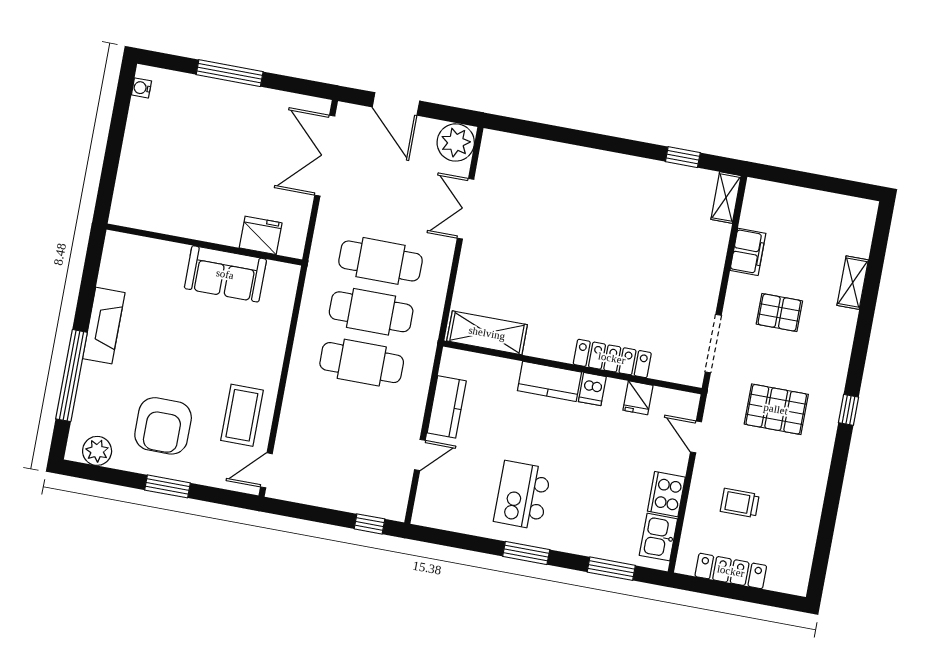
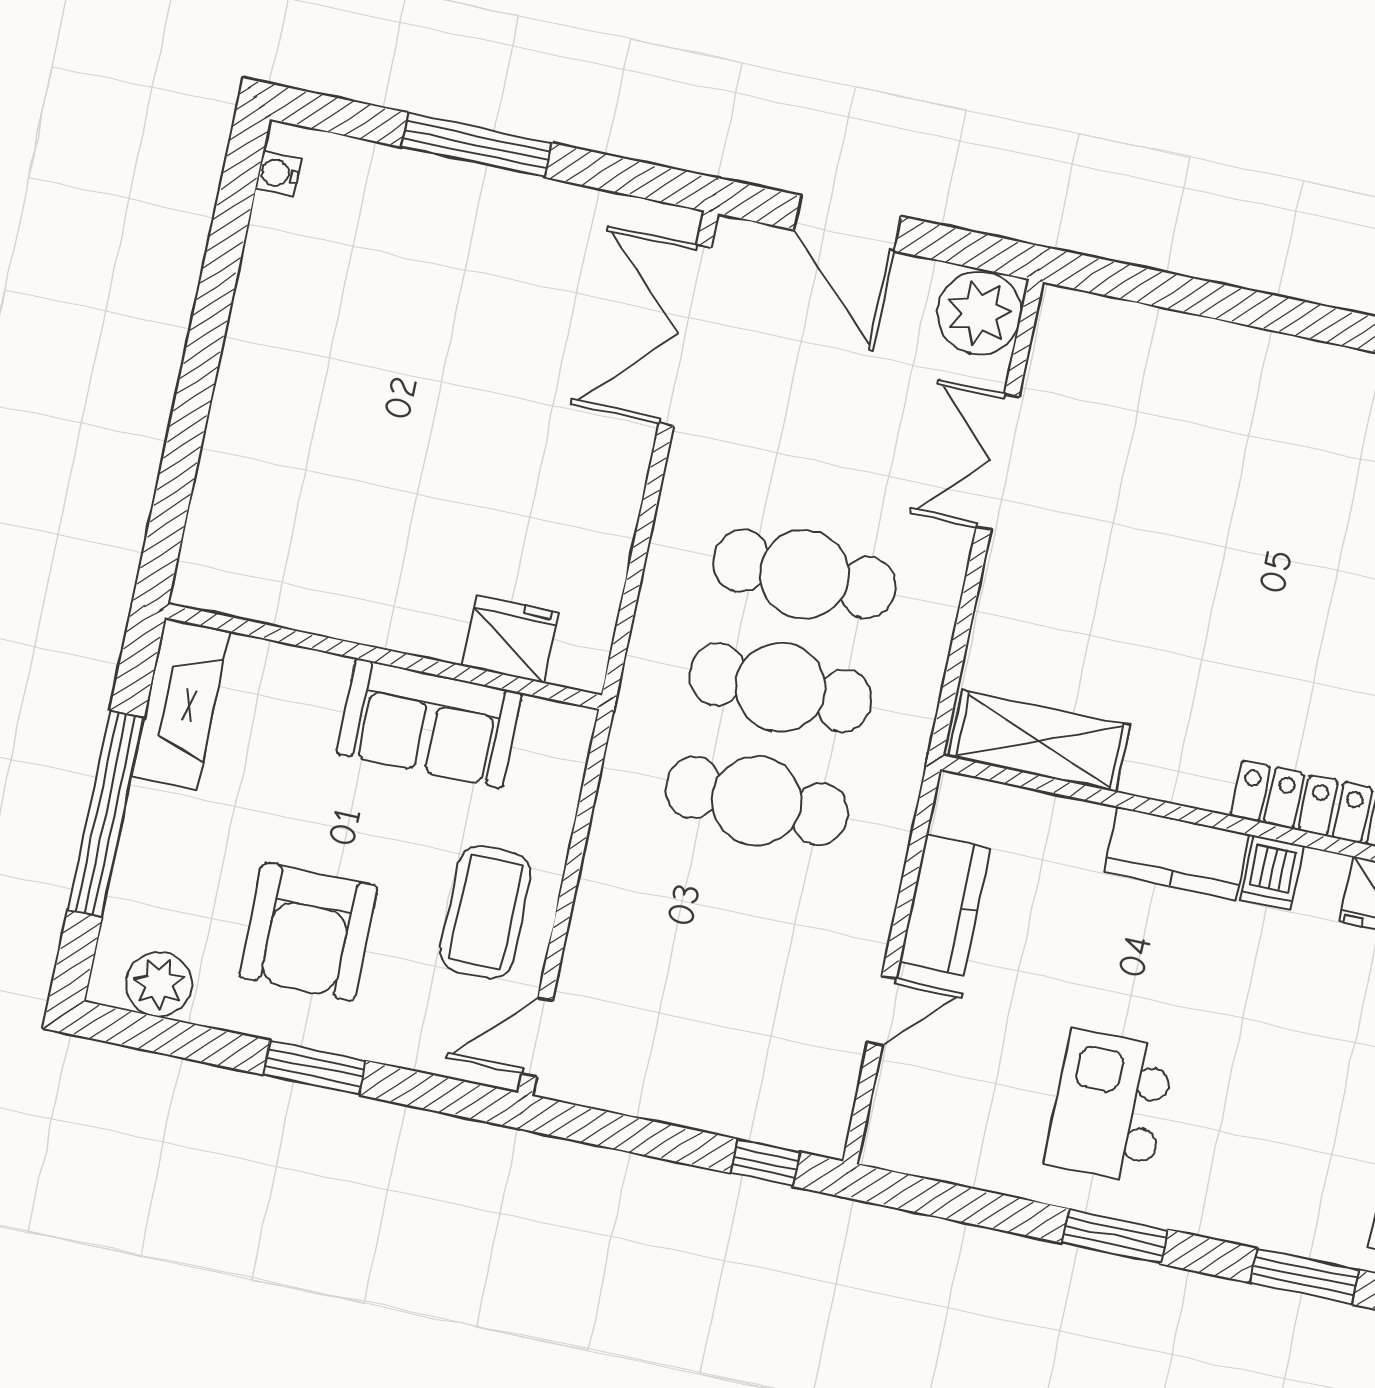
fridge: (261, 235) -> (510, 639), moved
wall: (204, 245) -> (383, 656), moved
sofa: (225, 274) -> (429, 723), moved

